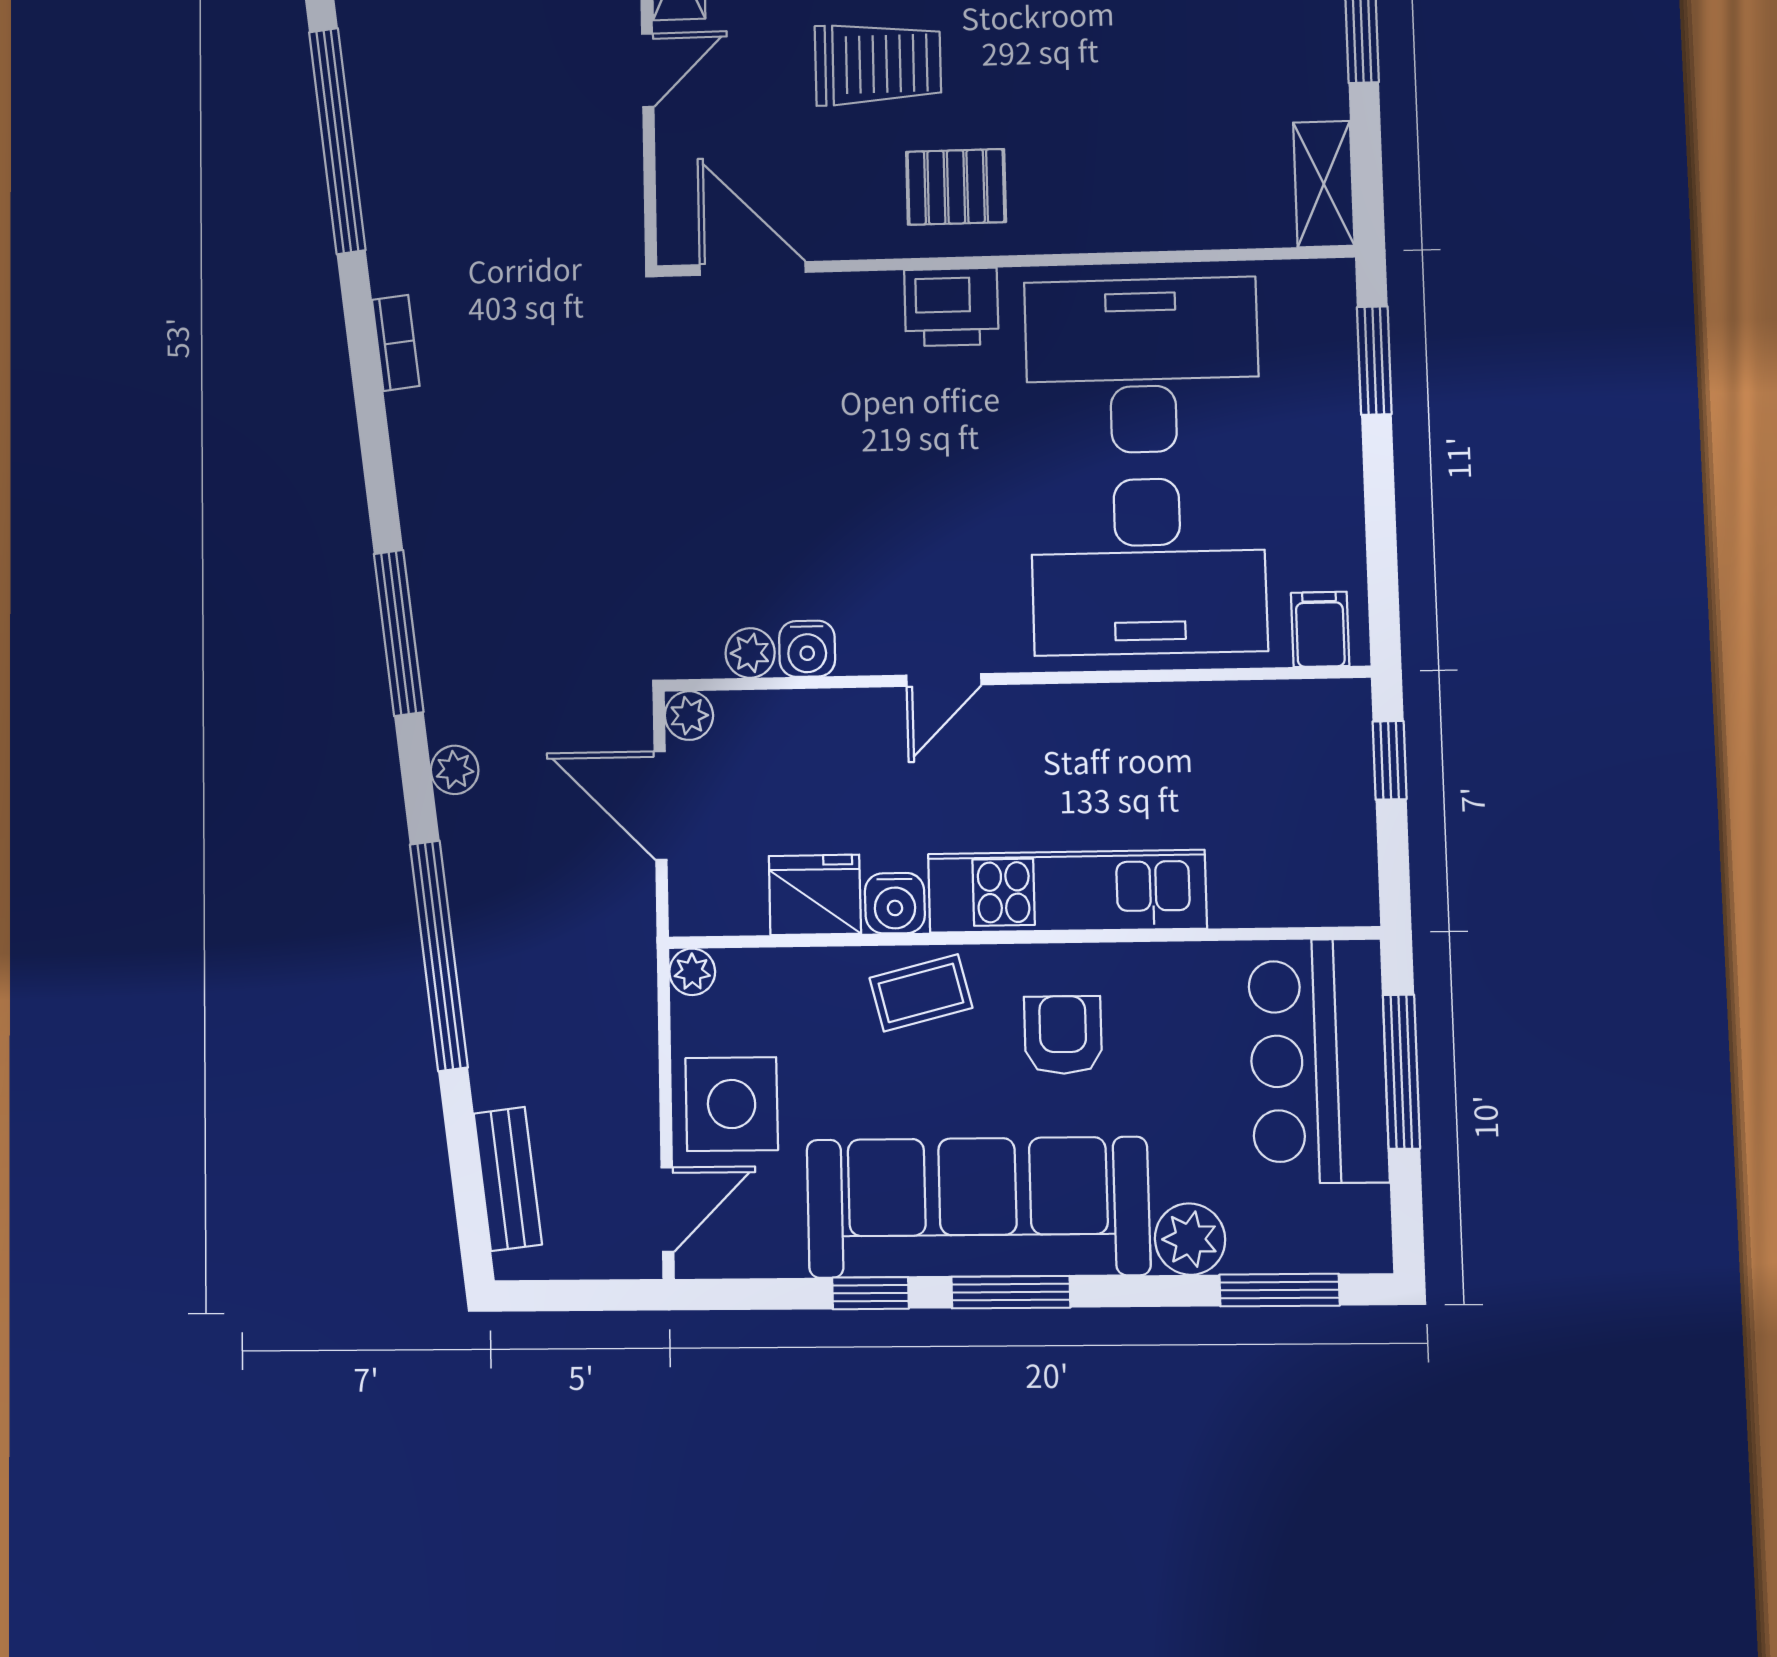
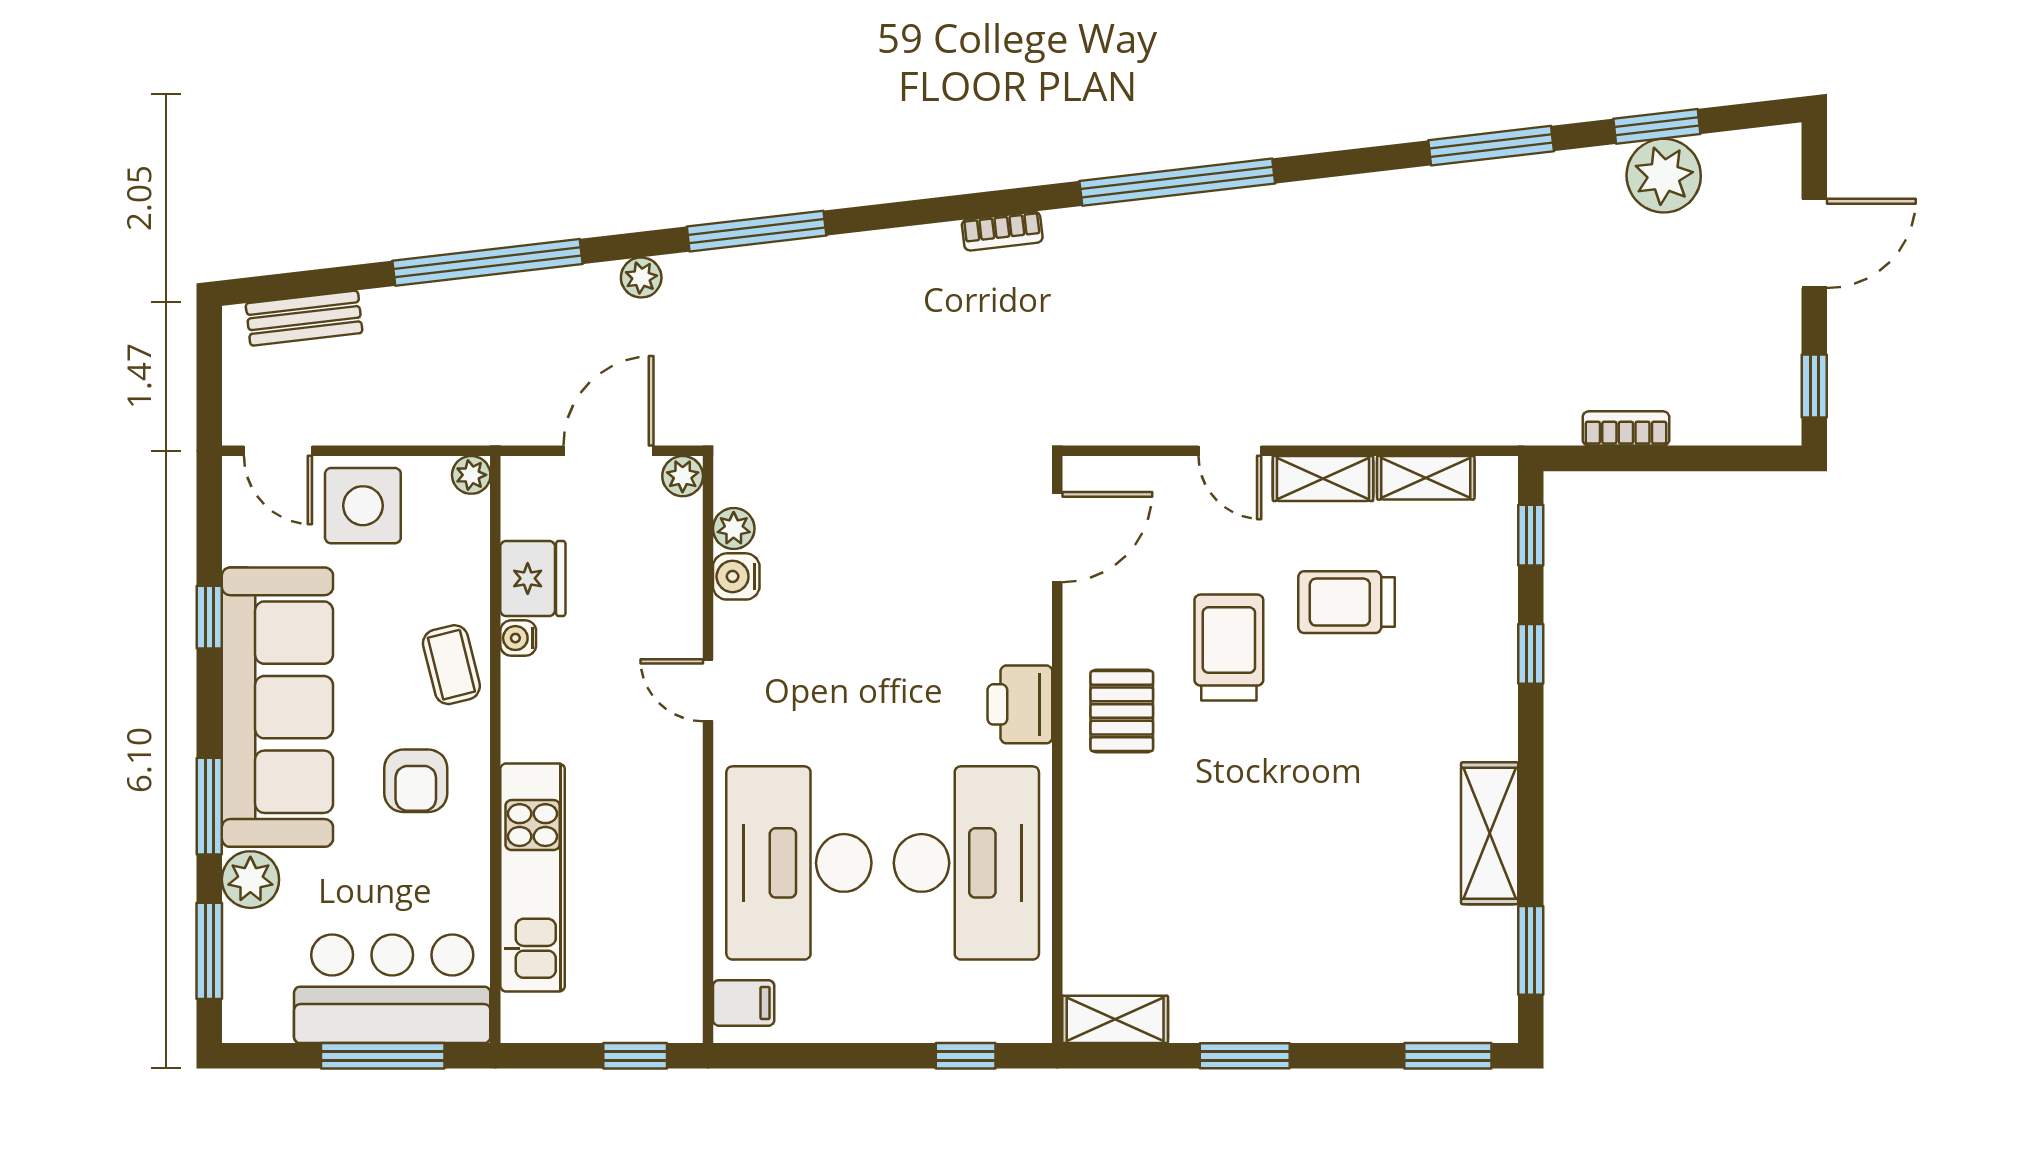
trolley: (878, 64) -> (1229, 648), turned 180
window: (1374, 361) -> (966, 1056), width x0.67
kitchen unit: (1067, 891) -> (533, 878), moved
water cooler: (895, 903) -> (518, 638), width x0.72, depth x0.72
armchair: (1063, 1035) -> (416, 781), turned 90
window: (1011, 1292) -> (209, 806), moved

